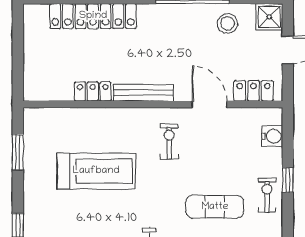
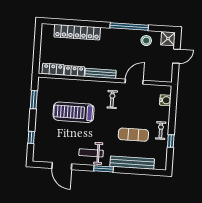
locker: (253, 91) -> (53, 69), moved
door: (209, 104) -> (134, 82), hinge flipped
treadmill: (96, 171) -> (74, 112), turned 180
window: (288, 180) -> (171, 141), moved

